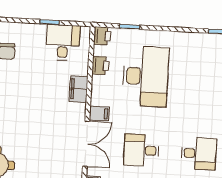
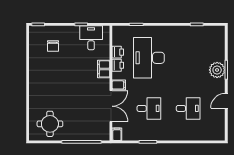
printer: (102, 36) -> (118, 65), moved
desk: (145, 76) -> (149, 58), turned 180
desk: (141, 150) -> (149, 108), turned 180

